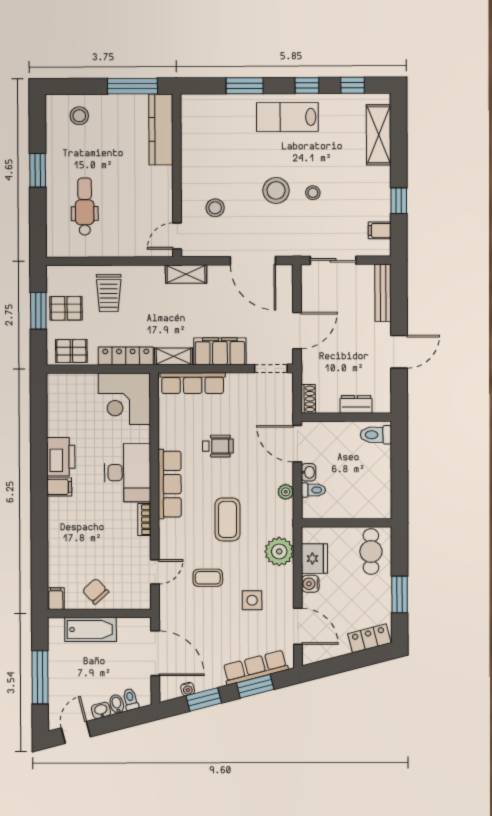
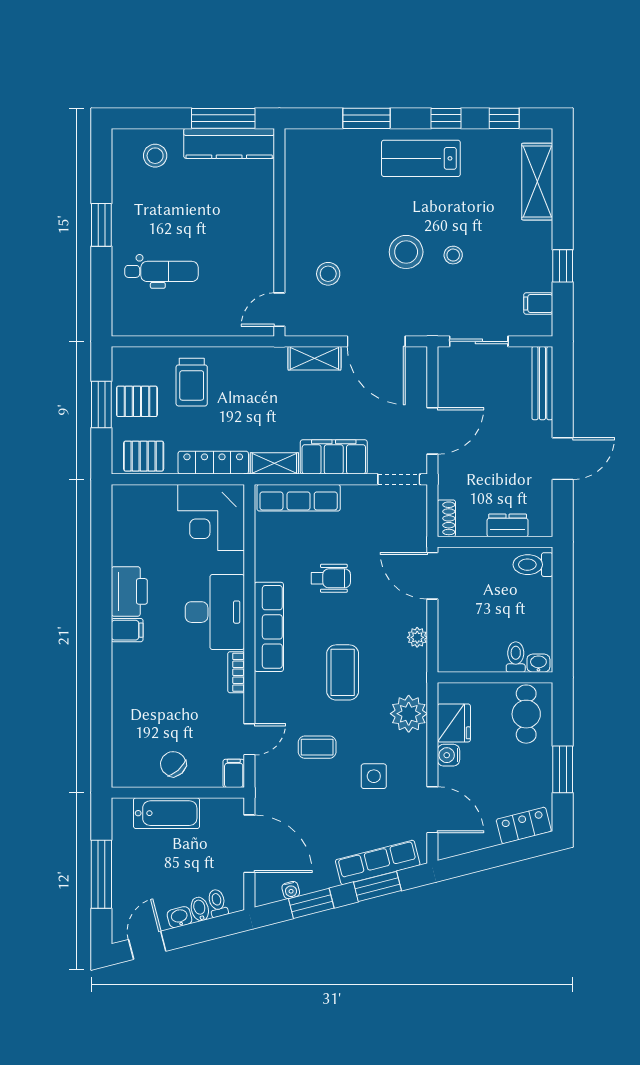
kitchen counter: (161, 130) -> (229, 143), moved, turned -90
dental chair: (85, 206) -> (161, 271), turned 90
shelving: (186, 274) -> (314, 358), moved
washbasin: (308, 472) -> (538, 663), moved, turned -90
toilet: (313, 490) -> (516, 657), moved, turned -90
filing cabinet: (56, 599) -> (234, 773), moved

